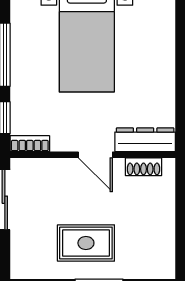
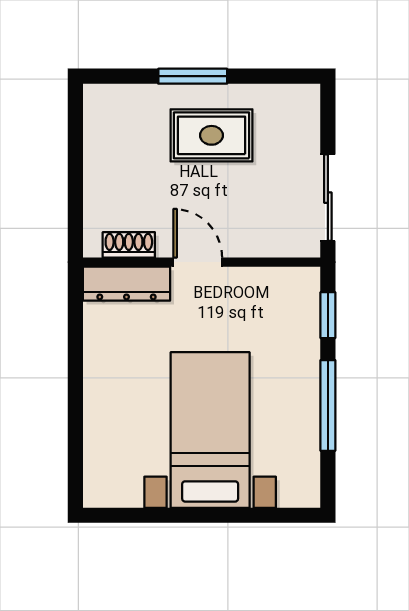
bookcase: (30, 144) -> (292, 278), removed

